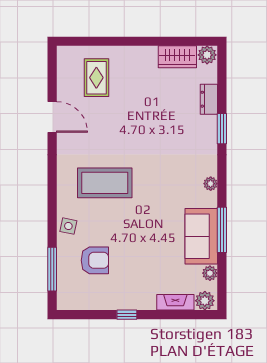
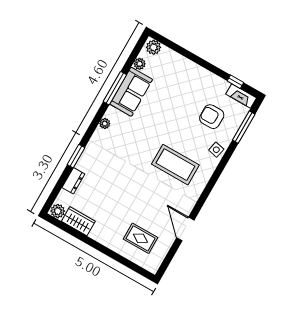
rug: (96, 78) -> (141, 238), turned 90
fireplace: (175, 302) -> (241, 96), moved
window: (127, 315) -> (235, 82), moved

